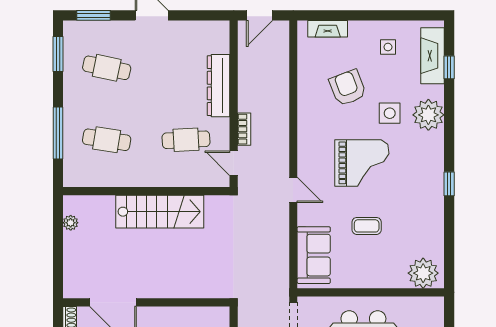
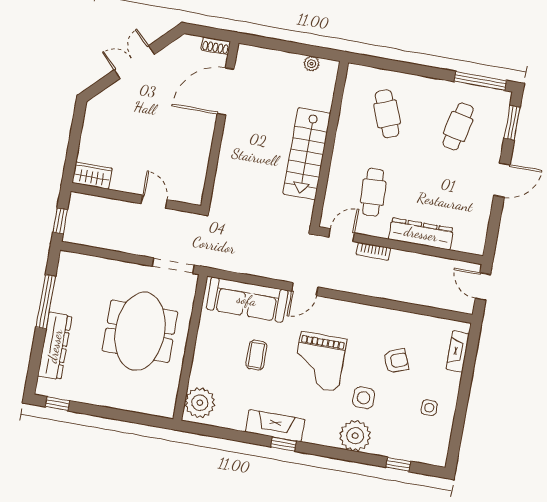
window: (58, 54) -> (480, 81), width x1.44
fireplace: (433, 56) -> (275, 426), moved
armchair: (348, 88) -> (396, 361), width x0.72, depth x0.72
window: (58, 133) -> (402, 67), removed
cafe table: (107, 140) -> (387, 114), turned -30
sofa: (314, 255) -> (247, 300), width x1.36

